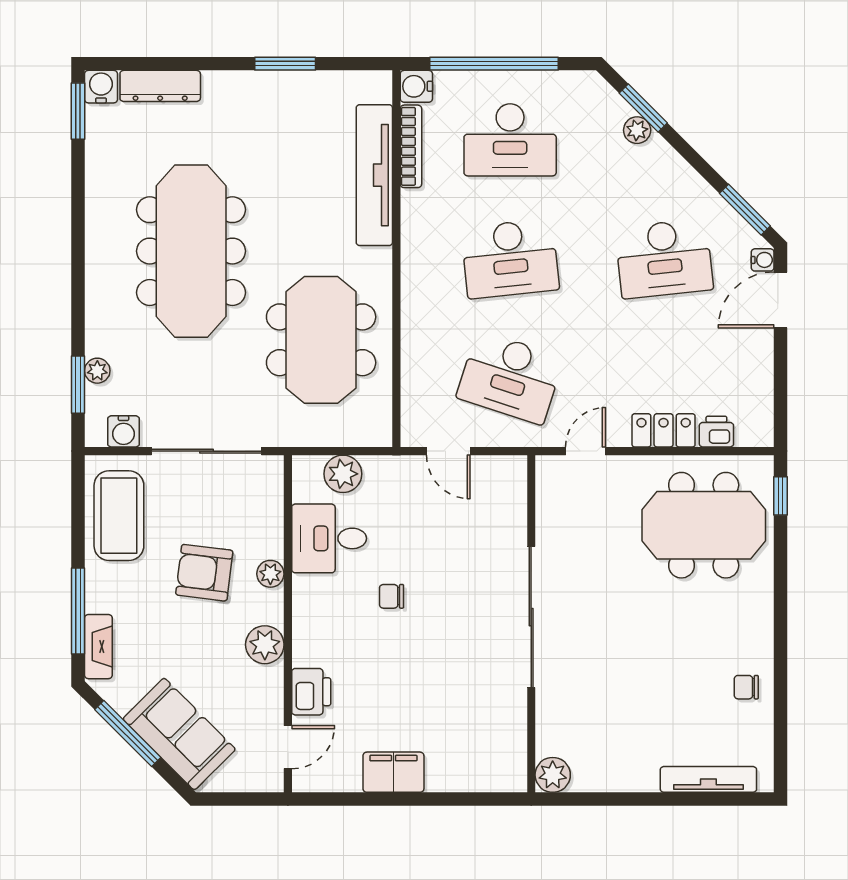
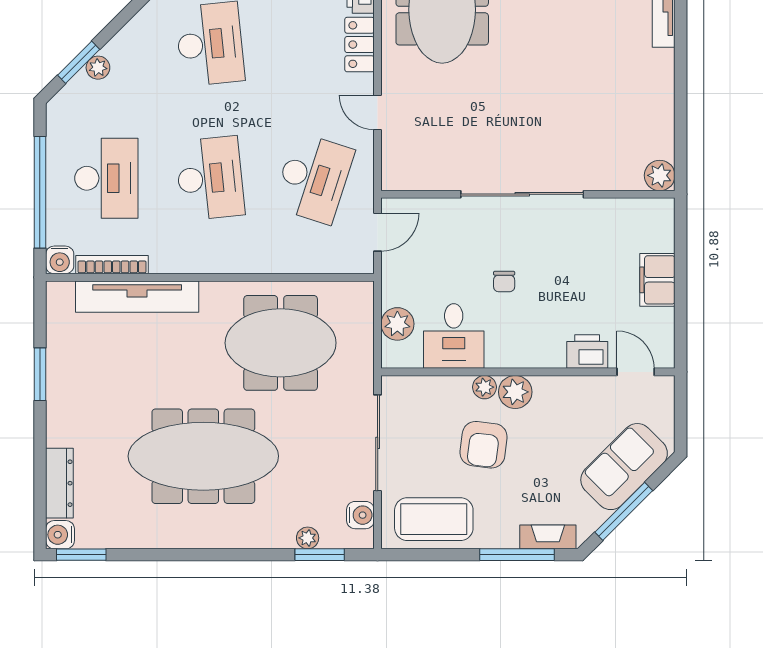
sliding door: (531, 617) -> (522, 194), moved
wall: (531, 624) -> (528, 194), moved
plant: (265, 645) -> (515, 392), moved
plant: (553, 775) -> (660, 175), moved

